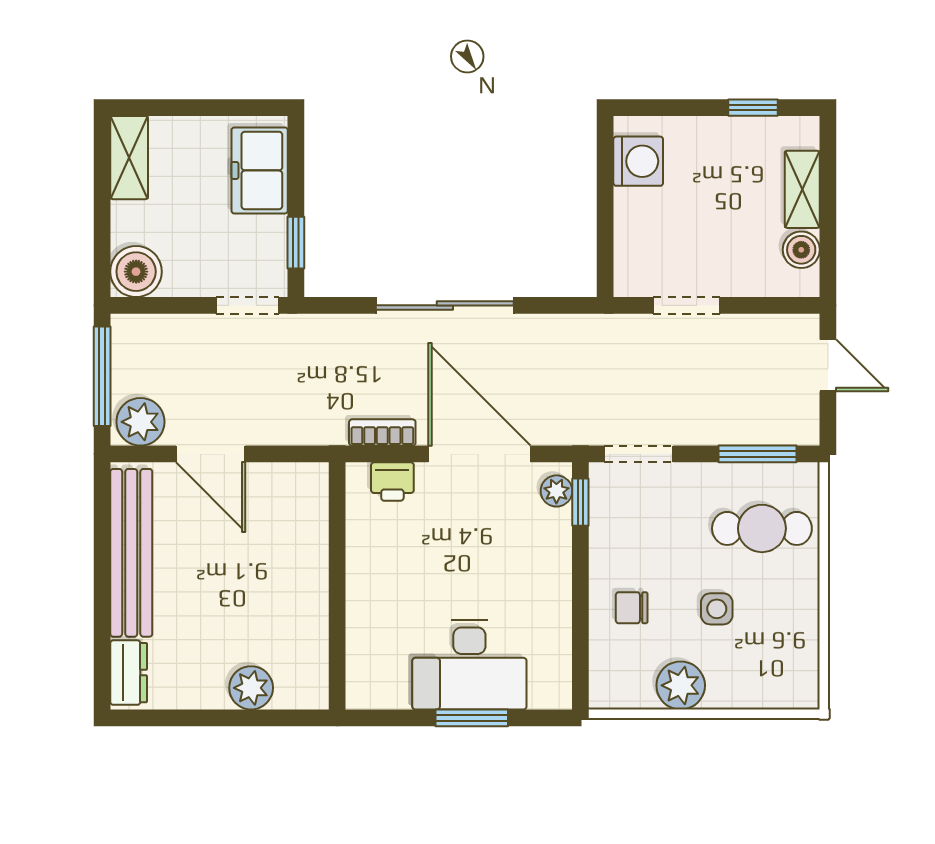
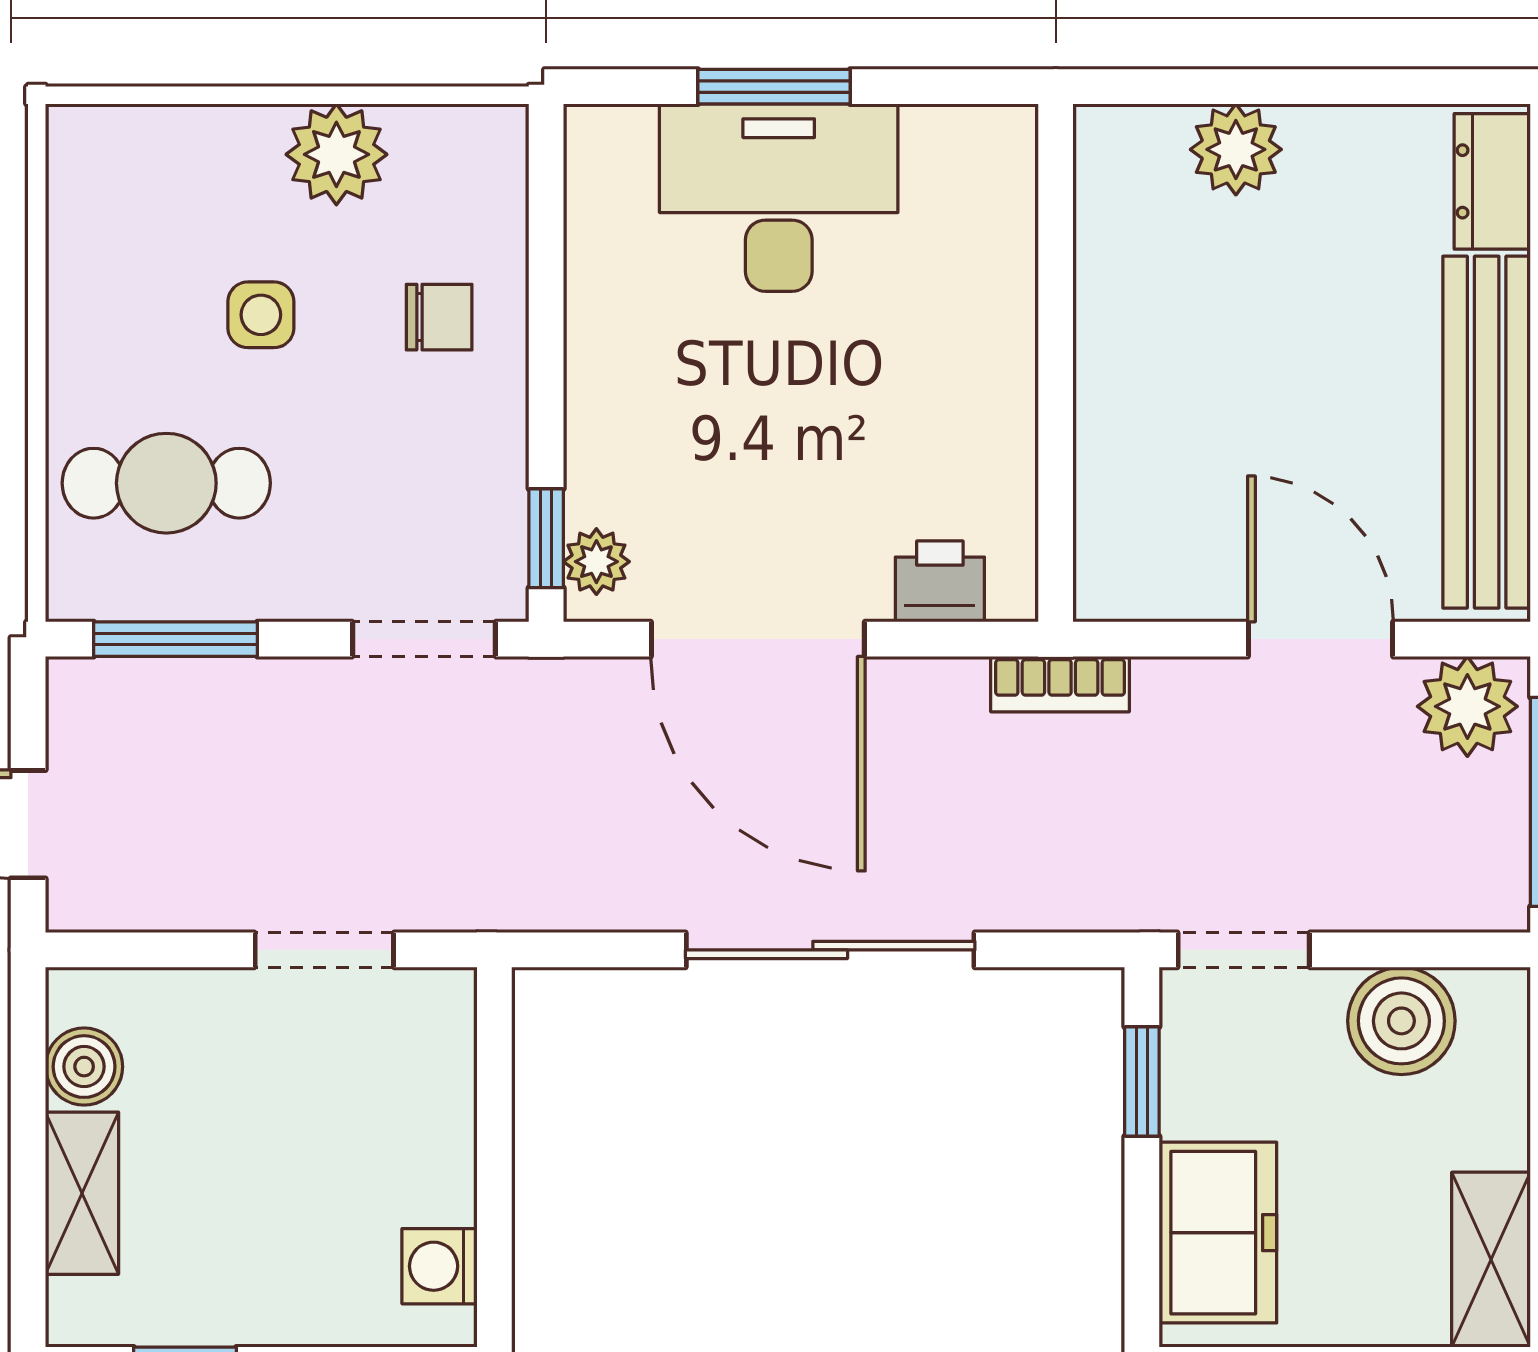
washing machine: (638, 161) -> (440, 1266), width x0.73, depth x0.73
boiler: (136, 272) -> (1401, 1021), moved
bookcase: (382, 432) -> (1060, 684), moved

